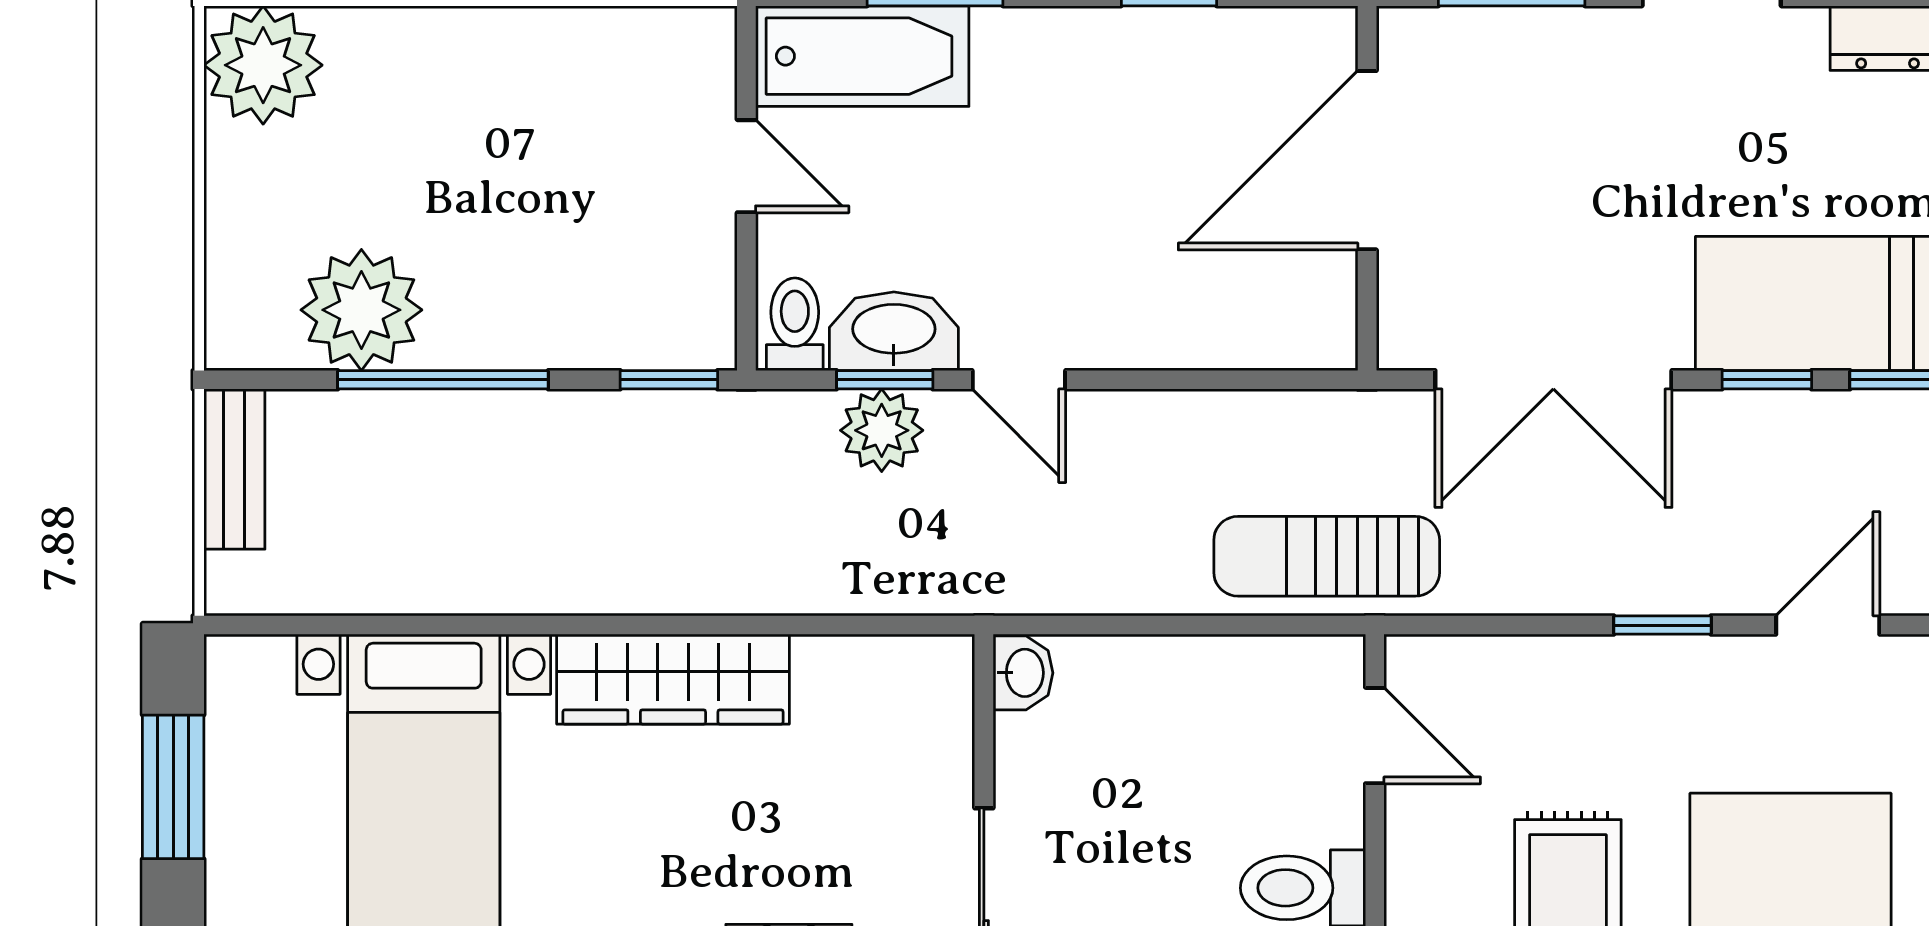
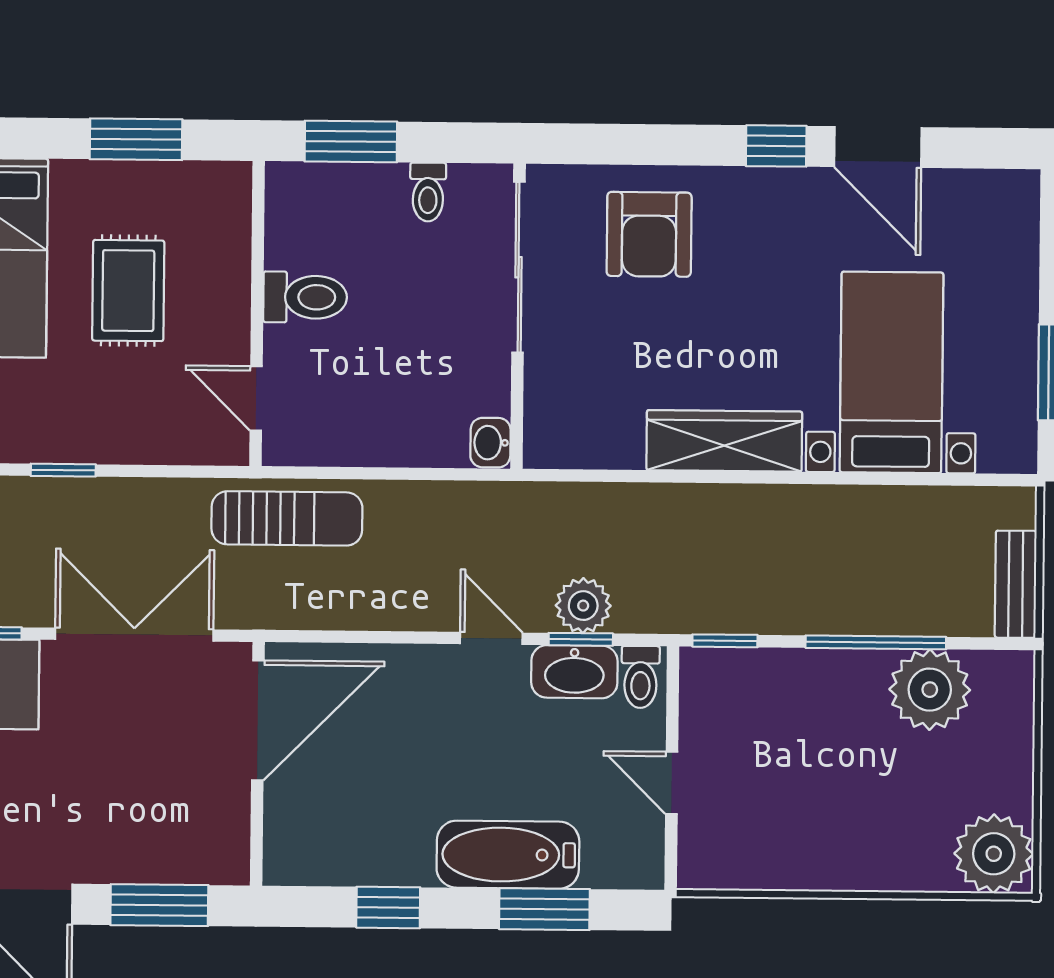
bathtub: (862, 56) -> (508, 855), moved
door: (1367, 160) -> (258, 720), moved

